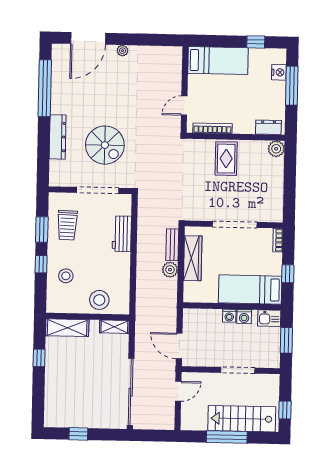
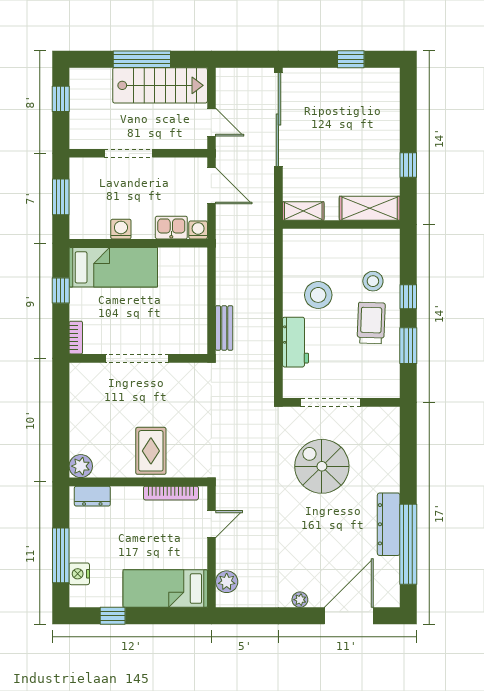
dresser: (58, 137) -> (389, 524), moved
trolley: (67, 225) -> (371, 323), moved
wardrobe: (193, 258) -> (195, 310), removed
plant: (170, 270) -> (227, 582), moved
stool: (99, 300) -> (318, 295), moved
washing machine: (229, 316) -> (198, 230), moved
kitchen sink: (269, 318) -> (171, 228), moved
door: (178, 391) -> (211, 122), swing flipped
stairs: (242, 419) -> (160, 85), moved

